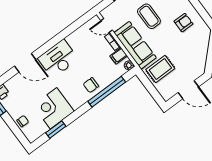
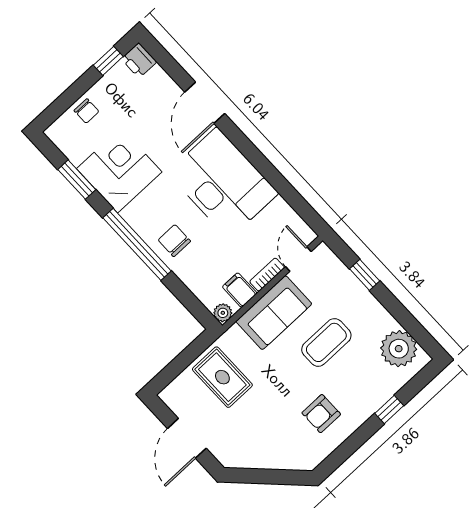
armchair: (183, 23) -> (321, 414), turned 90
sofa: (135, 45) -> (274, 313), width x0.73
desk: (58, 59) -> (223, 183), width x1.36, depth x1.30
window: (107, 92) -> (137, 244), moved

